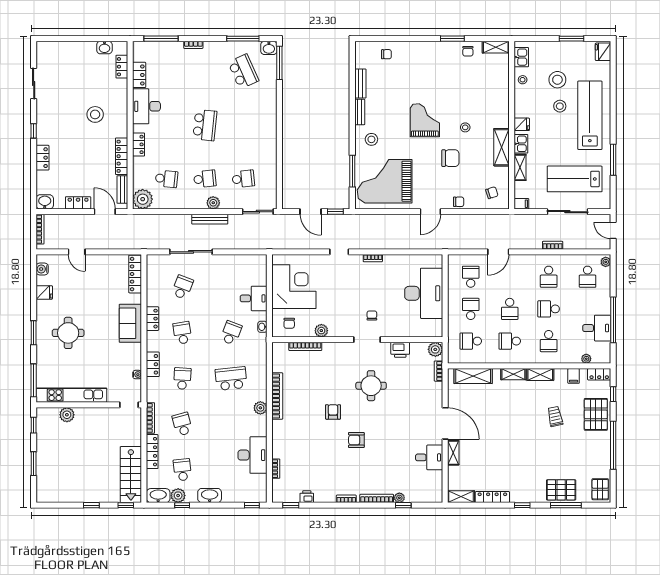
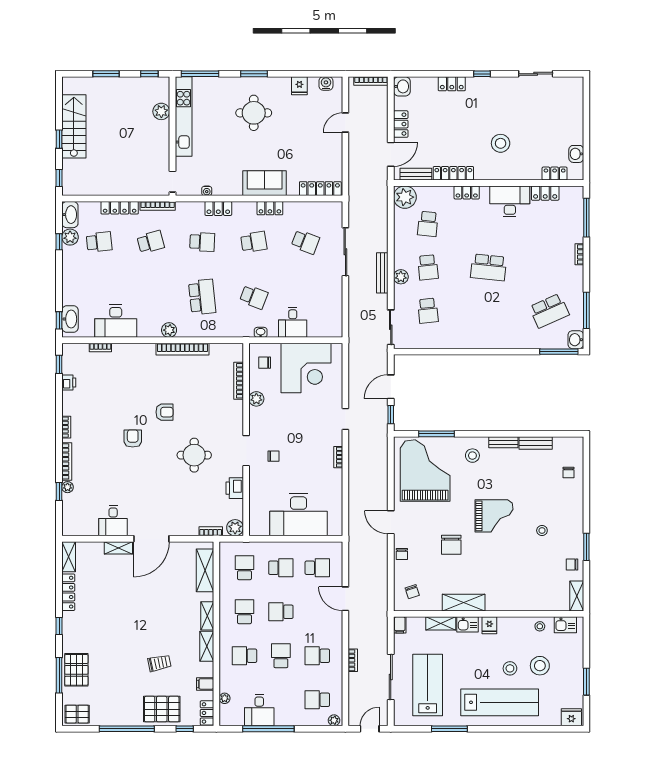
stool: (465, 127) -> (542, 530), moved
stairs: (131, 475) -> (74, 126), moved, turned 90
washbasin: (210, 496) -> (70, 319), moved

